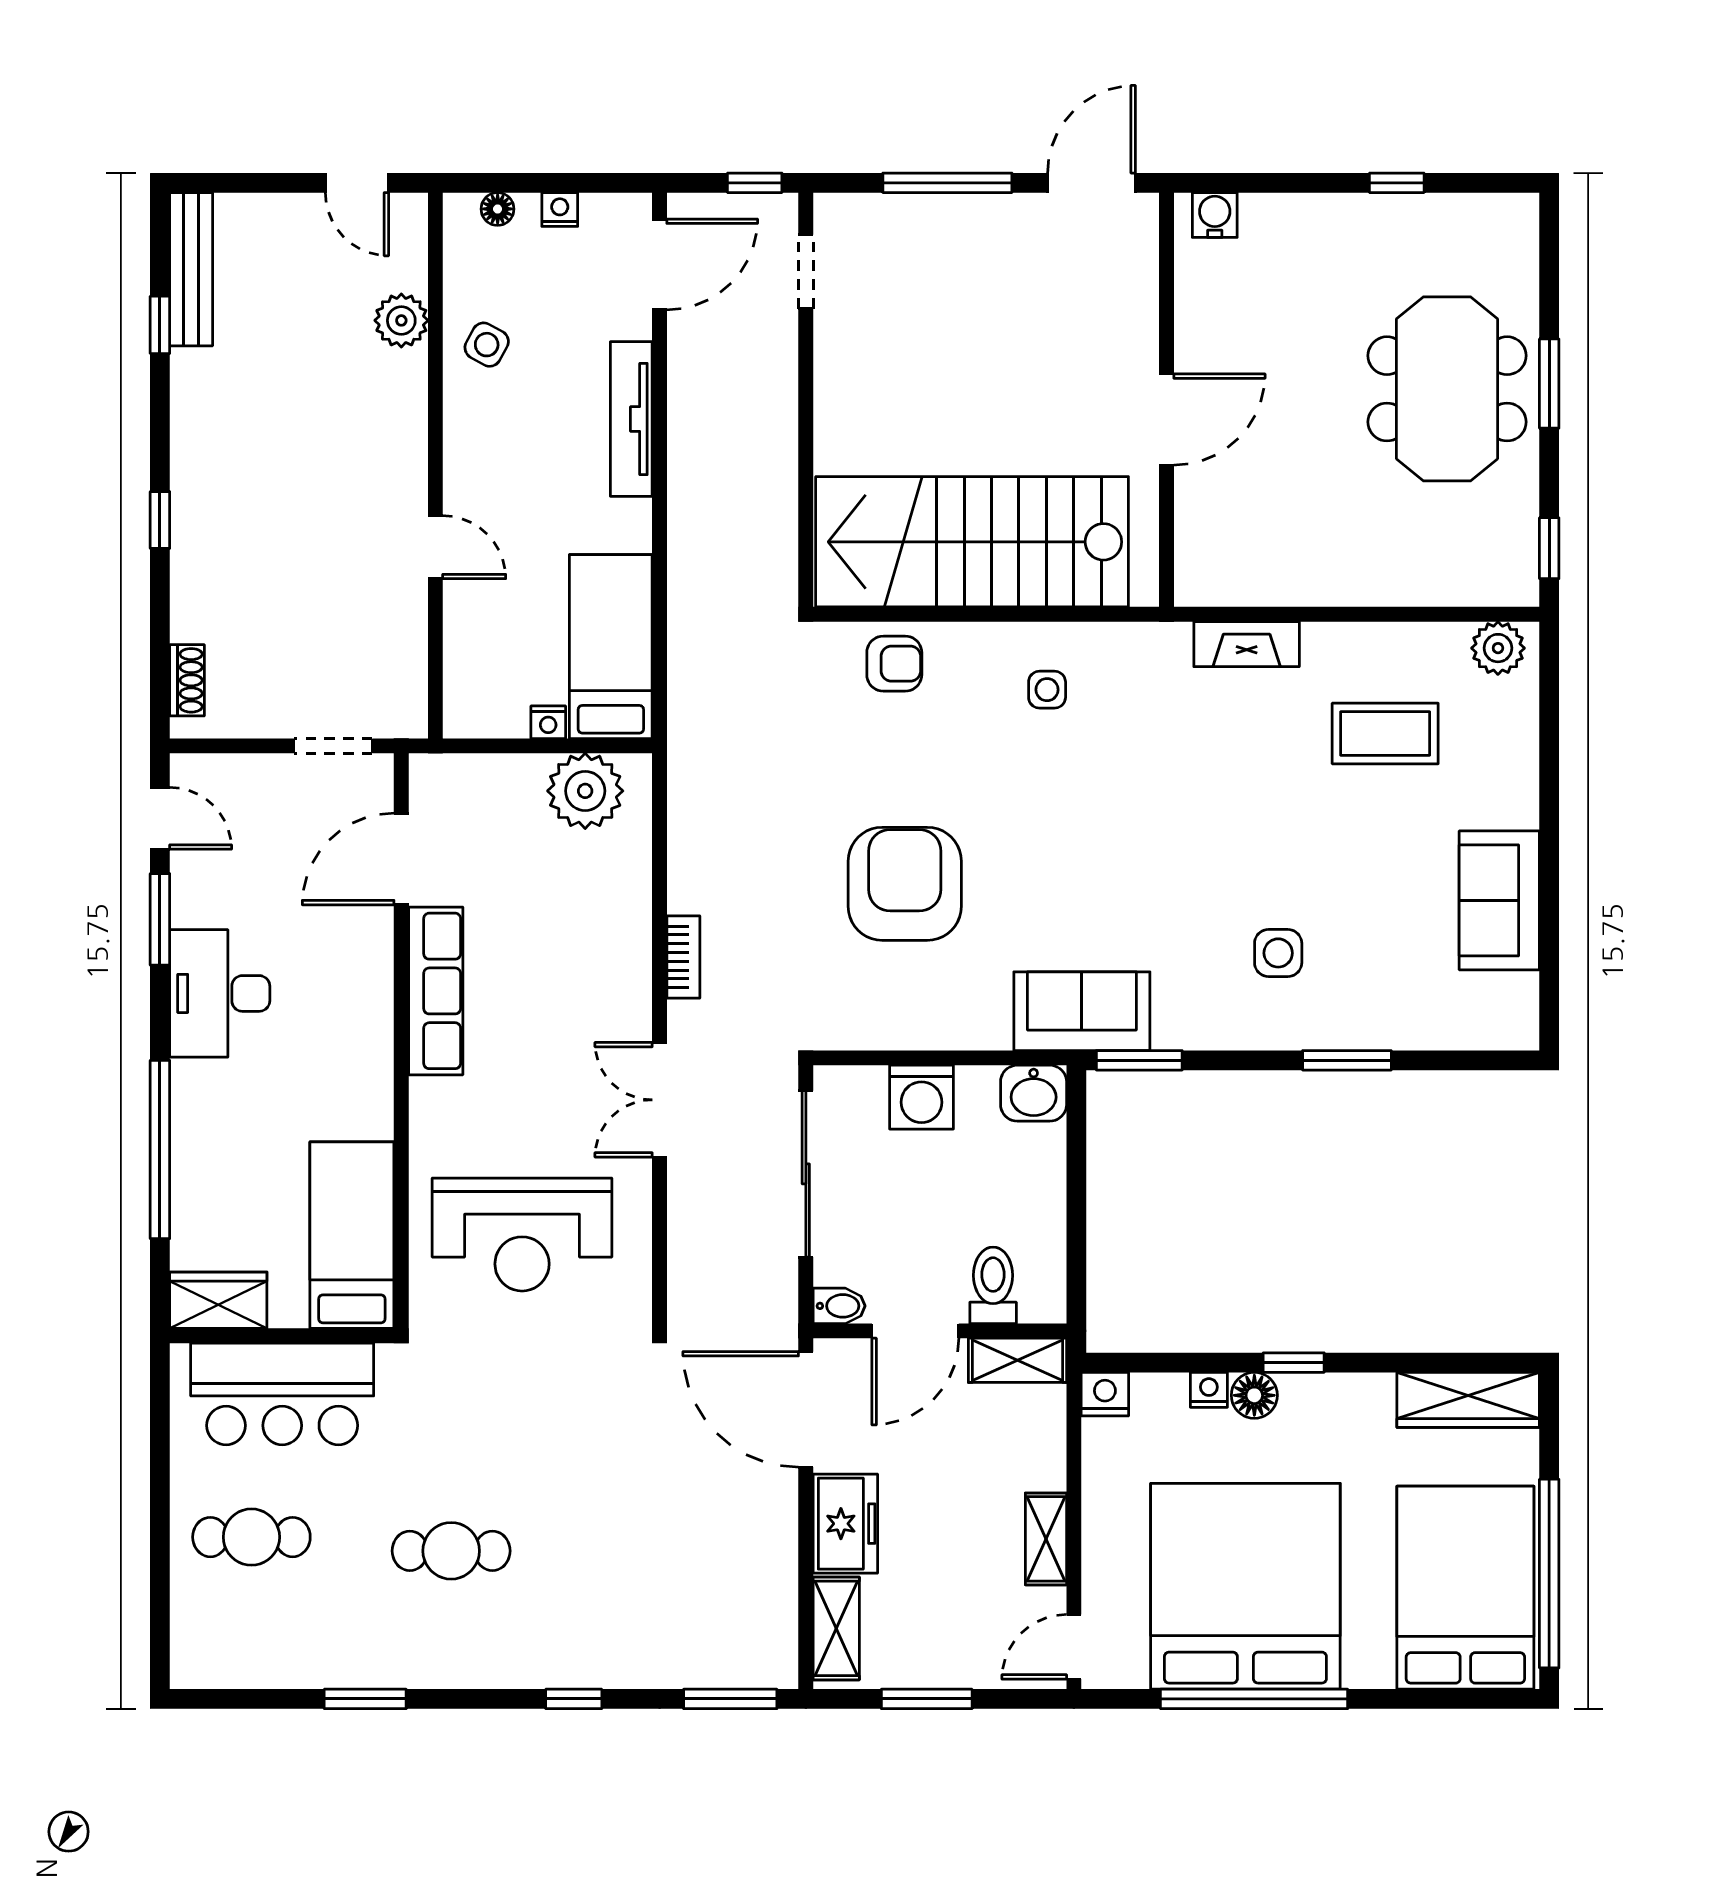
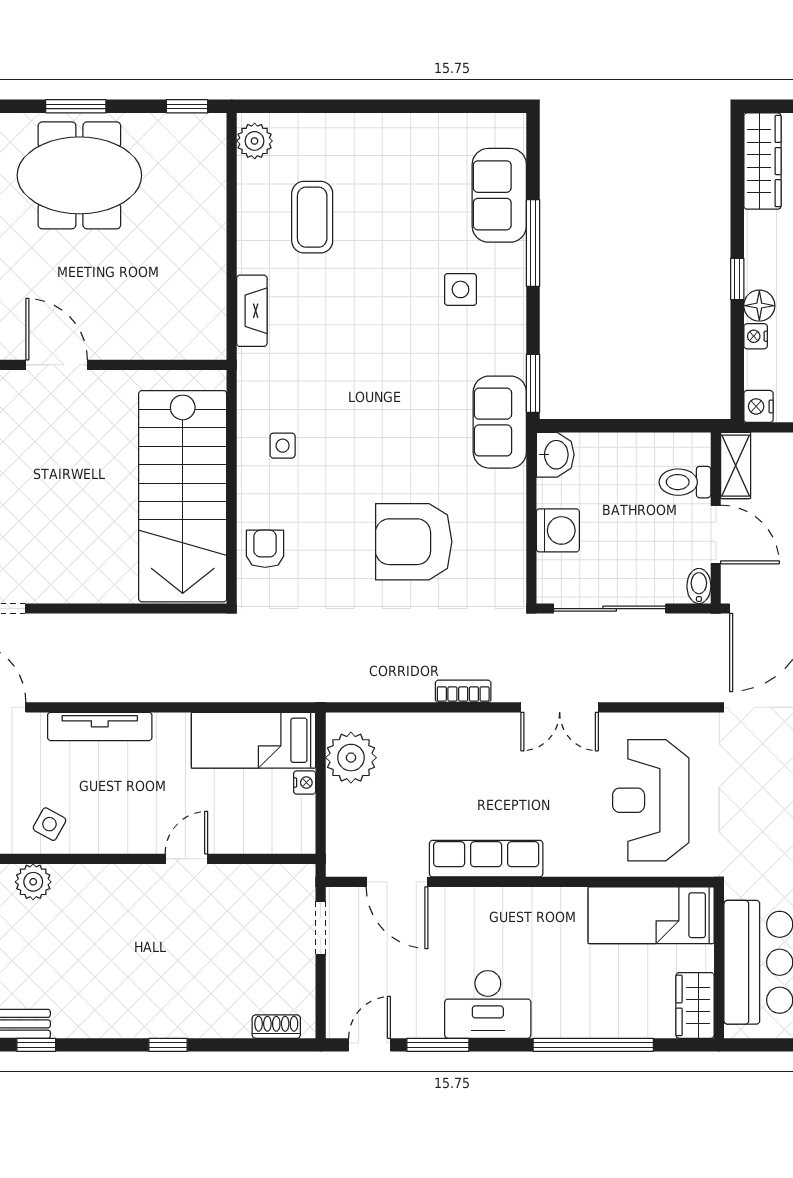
door: (1167, 420) -> (57, 365), moved
sofa: (1499, 900) -> (499, 195), moved, turned 90
window: (1347, 1060) -> (533, 243), width x1.44
reception desk: (522, 1235) -> (651, 800), turned 180

